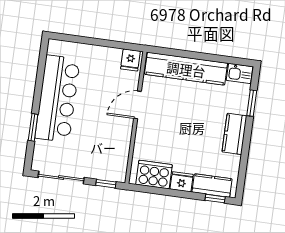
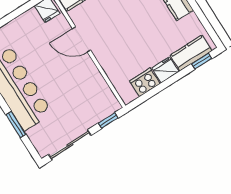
door: (138, 105) -> (82, 39), hinge flipped
cooker: (154, 175) -> (145, 82), width x0.73, depth x0.76

